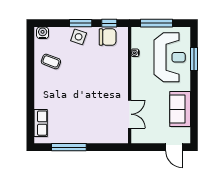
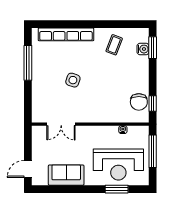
window: (81, 23) -> (153, 48), moved
water cooler: (43, 33) -> (143, 49), moved
side table: (79, 37) -> (73, 80), moved
row of seats: (41, 123) -> (66, 34), width x2.02

